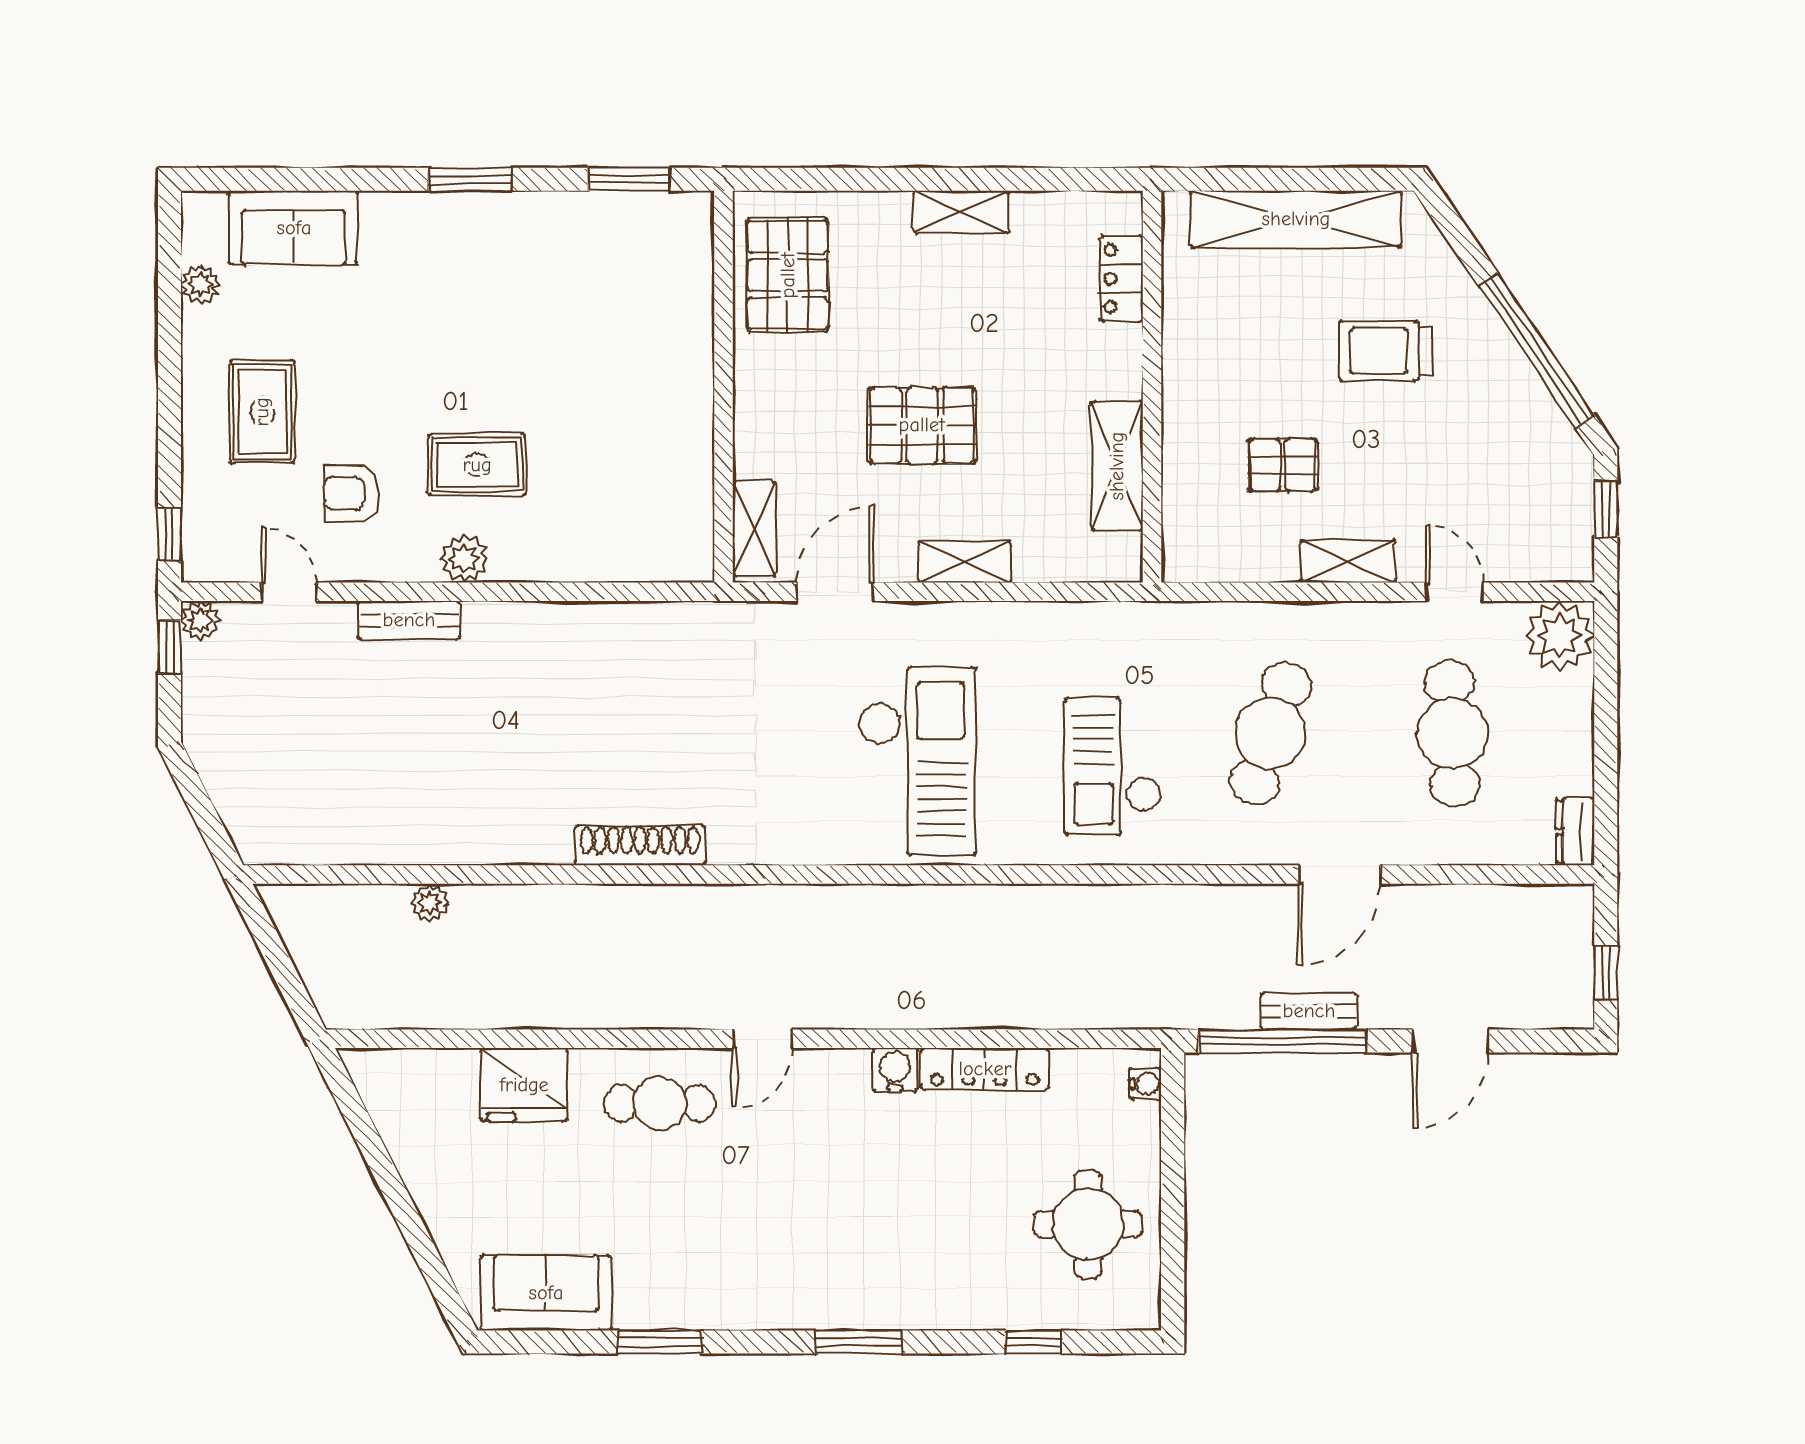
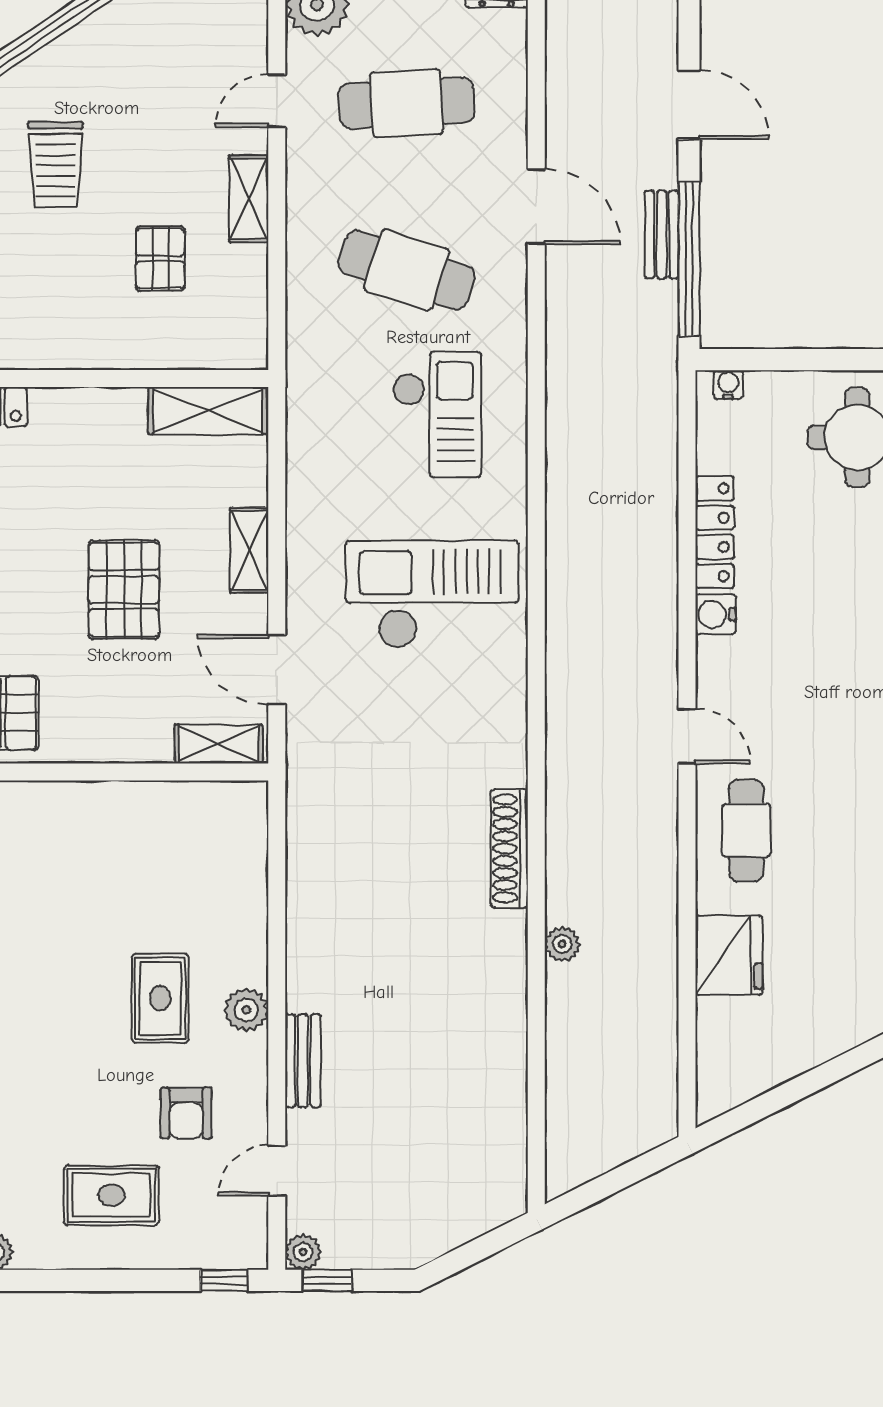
shelving: (1117, 466) -> (208, 411), moved
checkout: (1113, 766) -> (437, 415), turned -90
plant: (430, 903) -> (562, 944), moved

